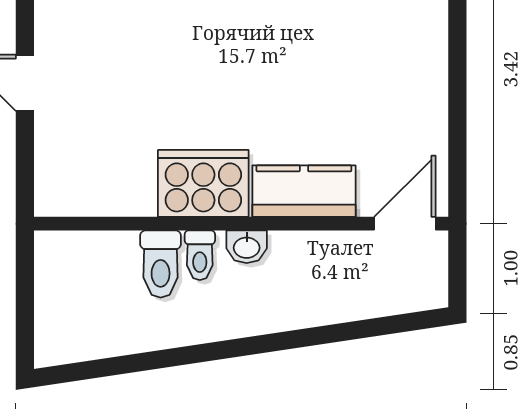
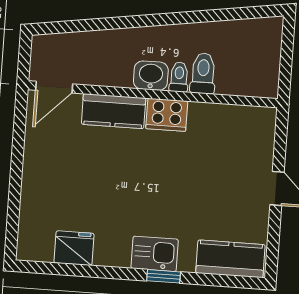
cooker: (203, 183) -> (167, 115), width x0.73, depth x0.76
washbasin: (247, 247) -> (151, 76), width x1.38, depth x1.45

